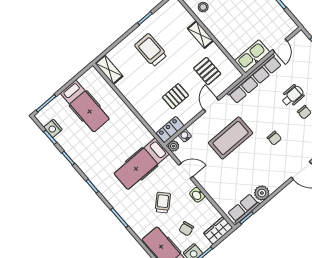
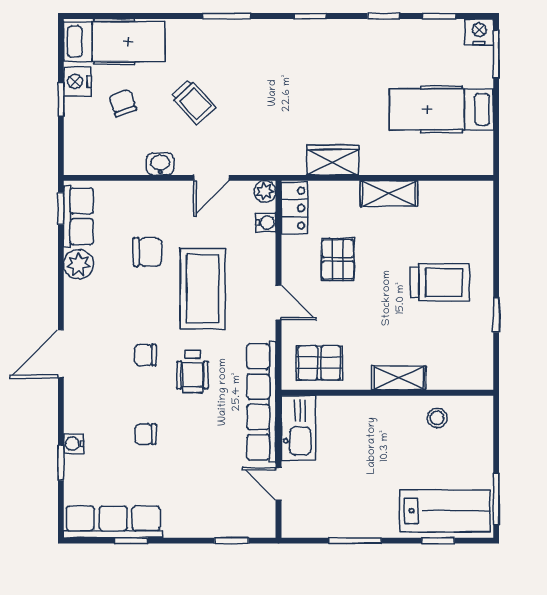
shelving: (109, 70) -> (389, 193), moved
pallet: (207, 71) -> (319, 363), moved
wheelchair: (293, 96) -> (193, 371), moved
nightstand: (53, 128) -> (479, 32), moved
hospital bed: (142, 164) -> (280, 120), removed
chair: (235, 171) -> (147, 252), added
wardrobe: (218, 230) -> (333, 160), moved, turned -90

